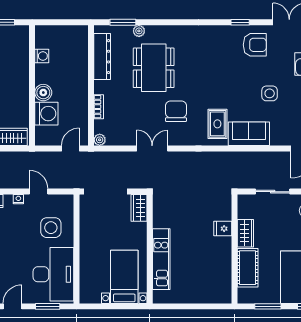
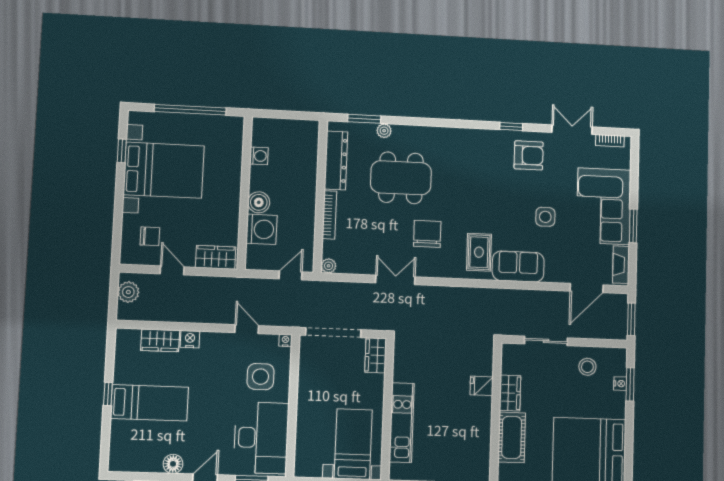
dining table: (154, 68) -> (401, 178), turned 90
bookcase: (99, 107) -> (329, 215), width x1.56
nightstand: (18, 199) -> (285, 340), moved

